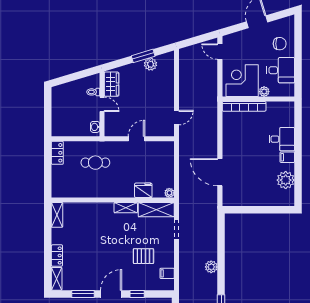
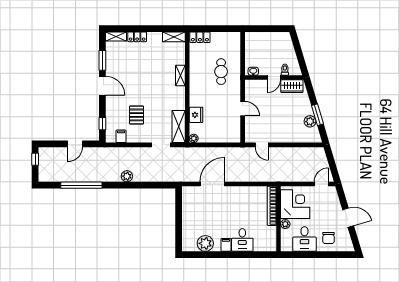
locker: (57, 153) -> (200, 37), moved
shelving: (126, 208) -> (180, 75), moved
window: (137, 294) -> (102, 124), moved

